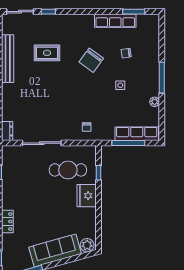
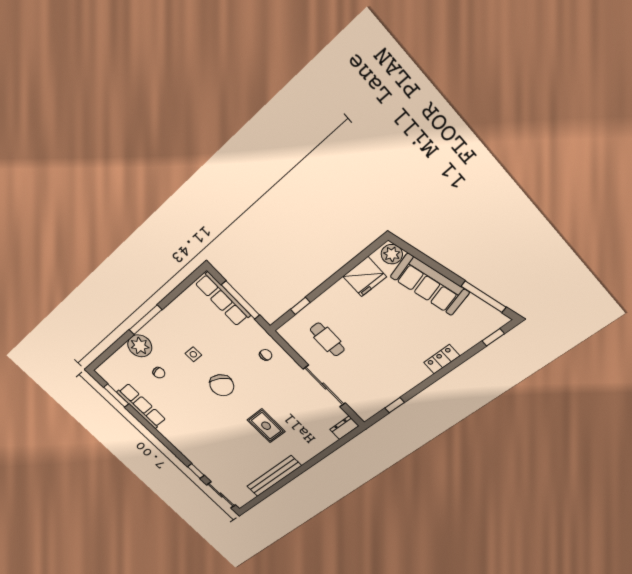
rug: (47, 53) -> (266, 426), moved
chair: (91, 60) -> (222, 385), moved, turned 84
plant: (155, 102) -> (140, 346), moved, width x1.87, depth x1.87
cafe table: (68, 170) -> (327, 339), width x0.73, depth x0.74
fridge: (87, 196) -> (365, 277), moved

